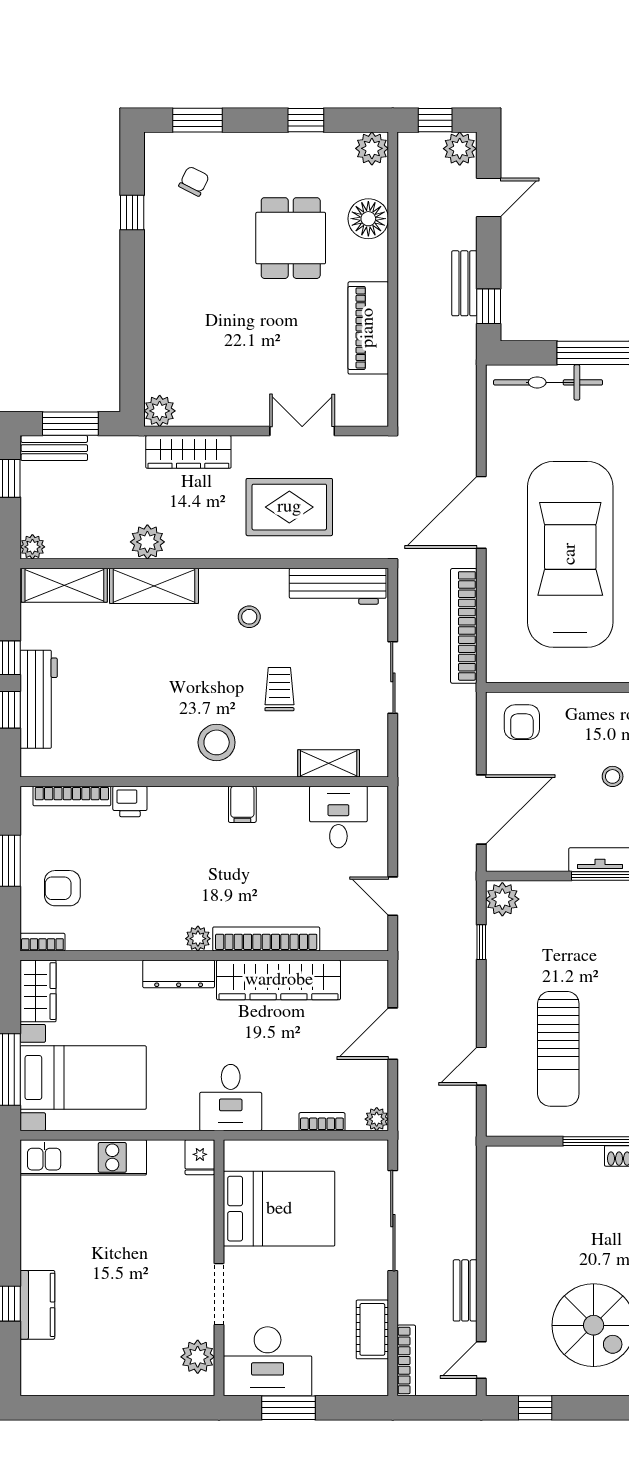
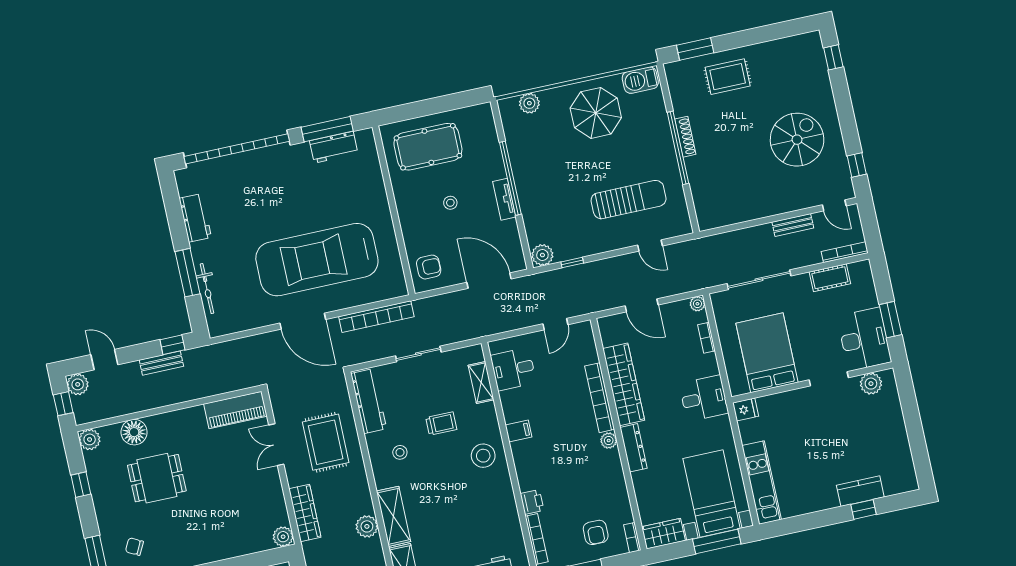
piano: (368, 328) -> (235, 410), moved
bicycle: (548, 382) -> (207, 289), width x0.73, depth x0.71
trolley: (279, 689) -> (441, 424), turned 180

